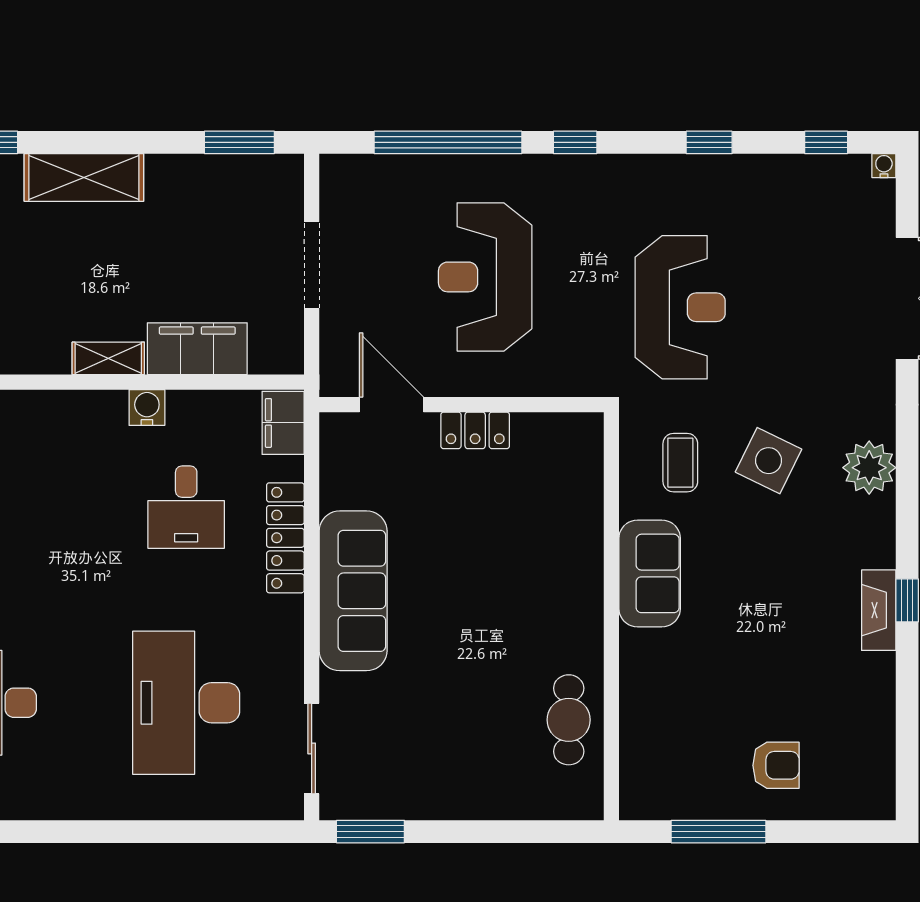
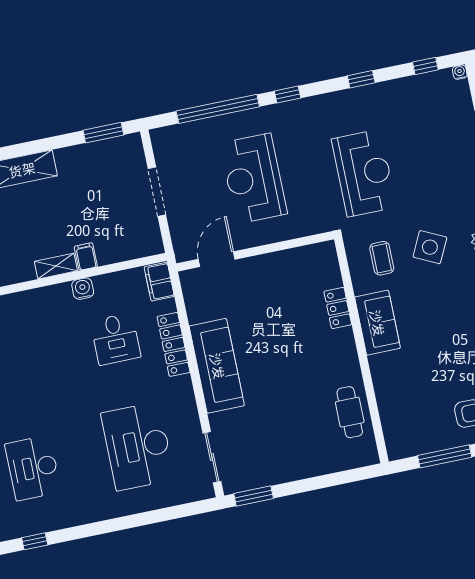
filing cabinet: (197, 349) -> (86, 256), width x0.33, depth x0.86
door: (392, 405) -> (217, 259), hinge flipped
locker: (475, 430) -> (338, 308), moved, turned 90

